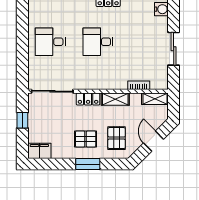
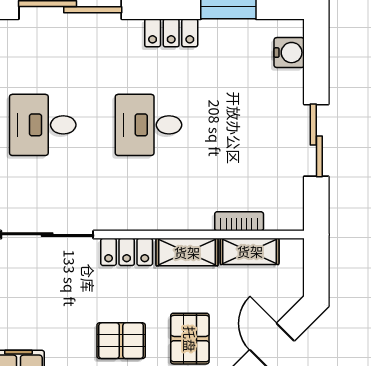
shelving: (155, 99) -> (250, 251), moved

